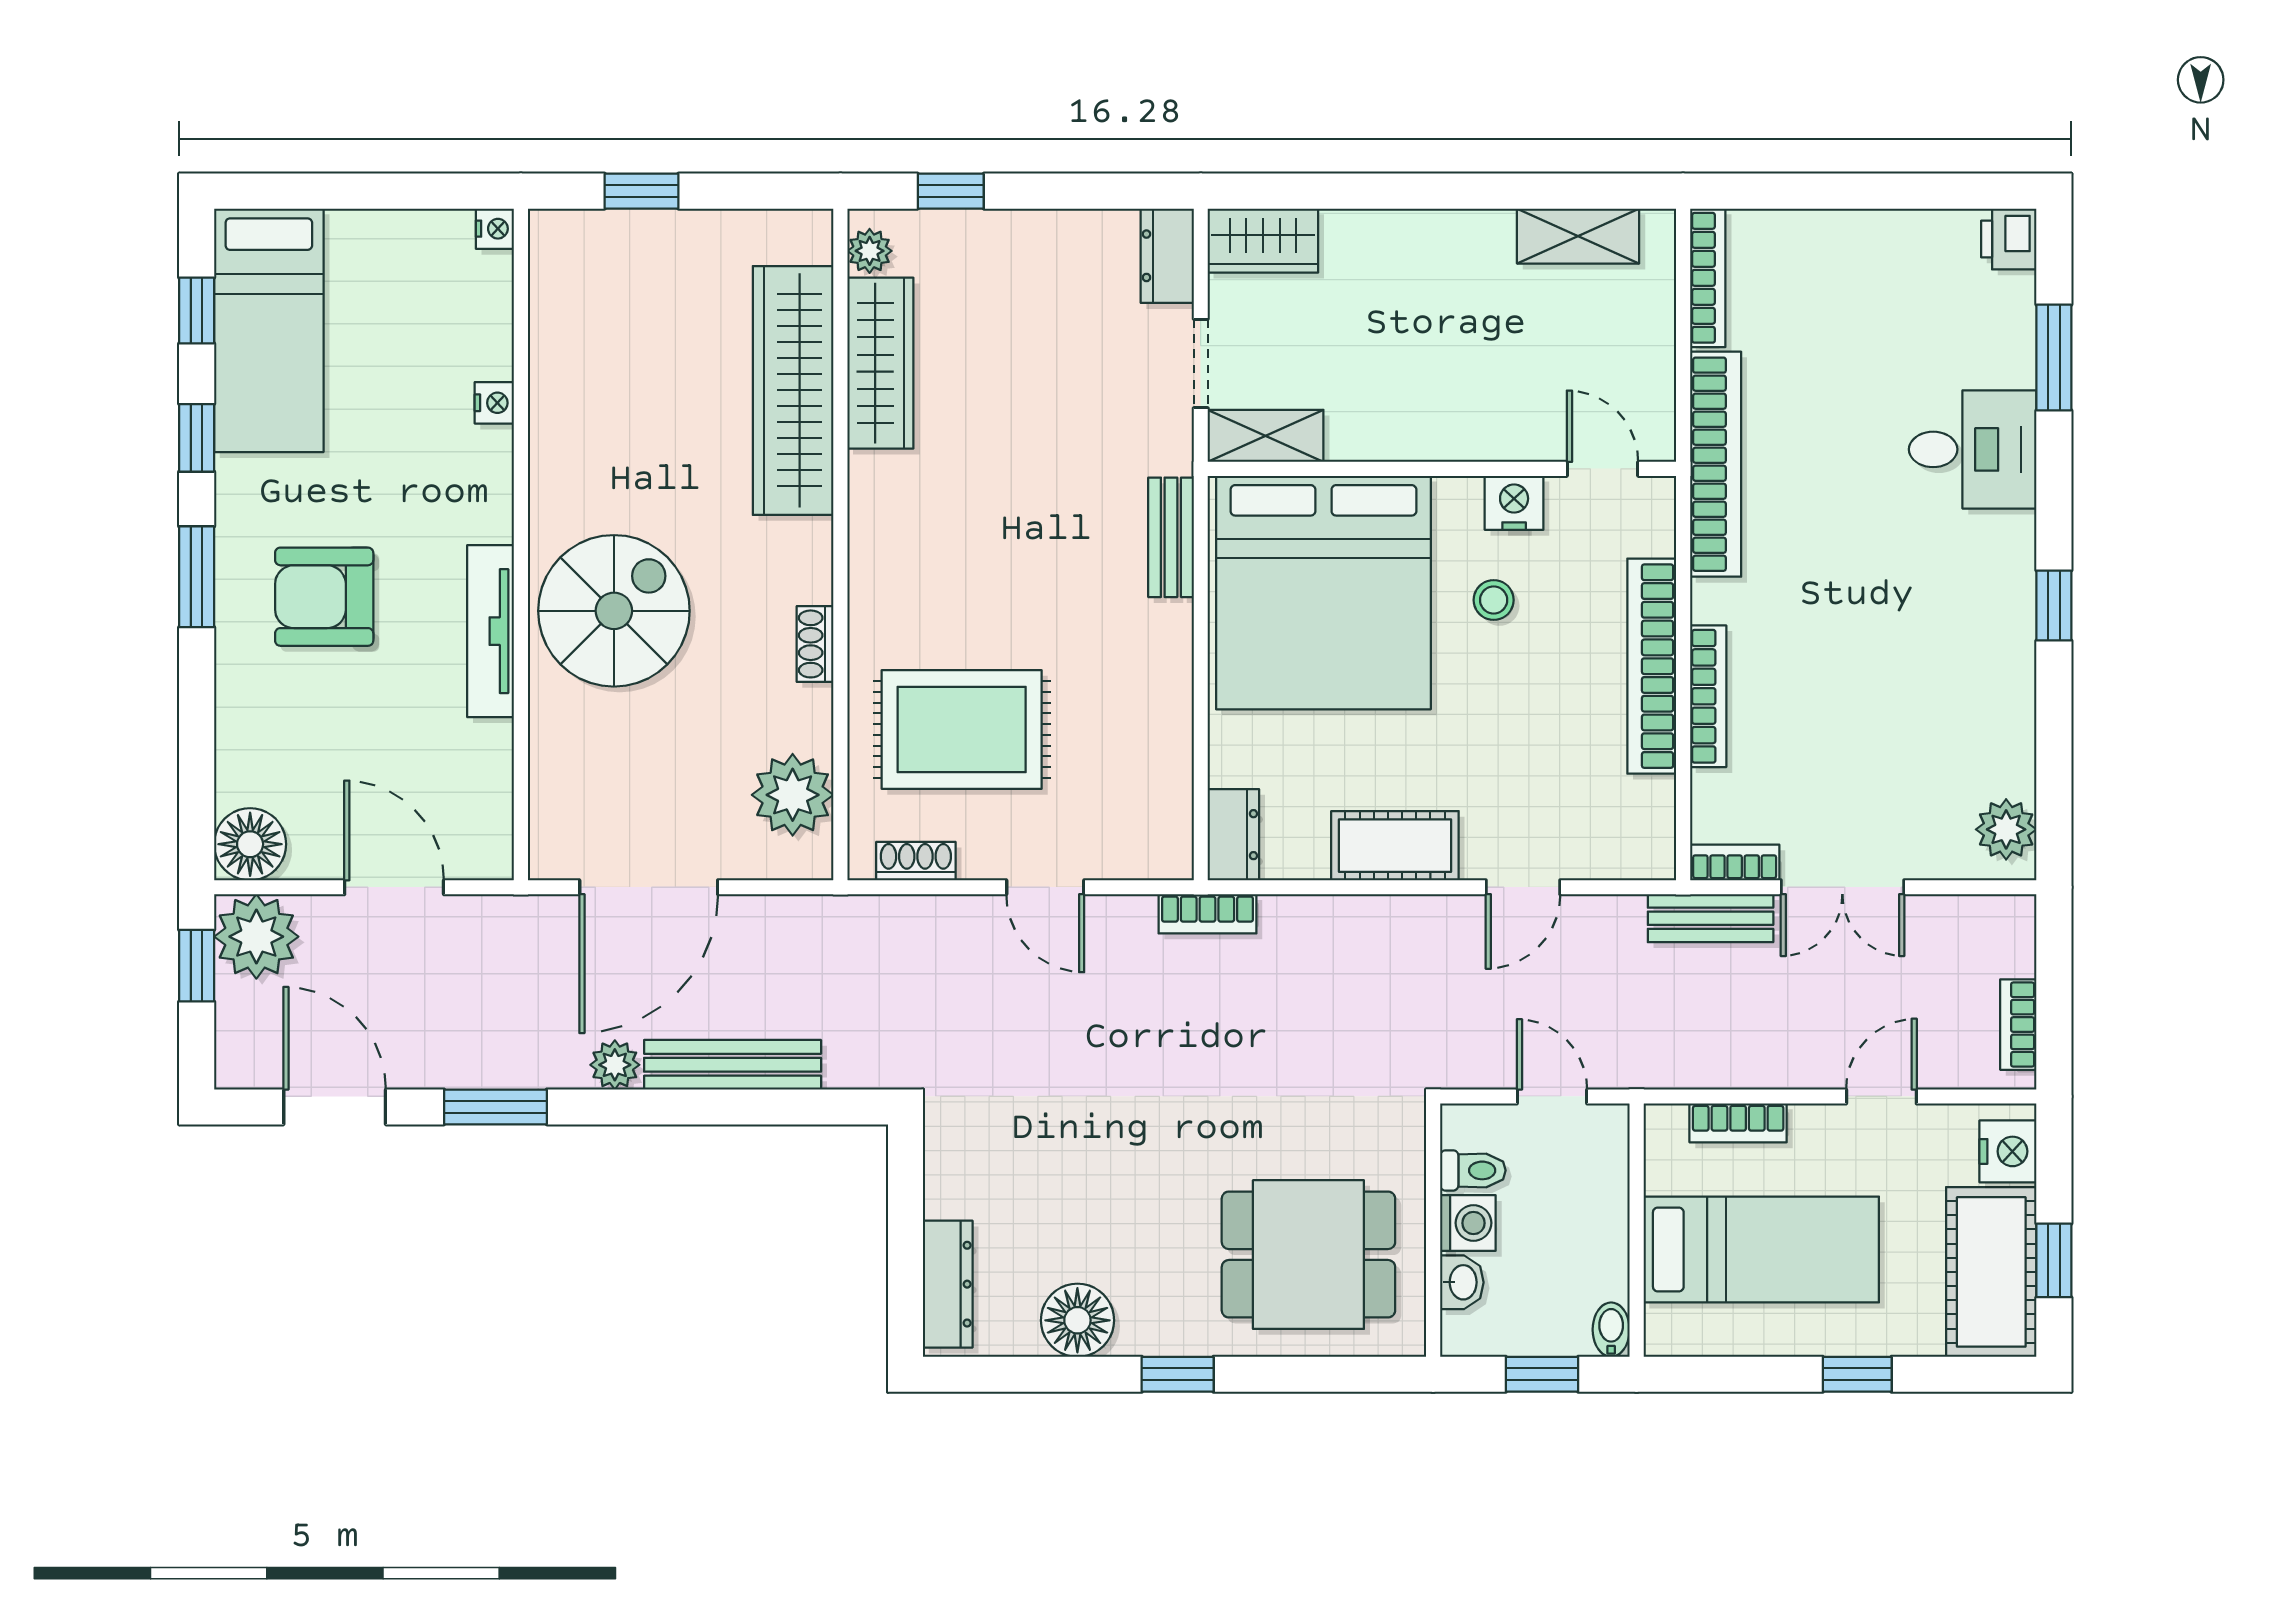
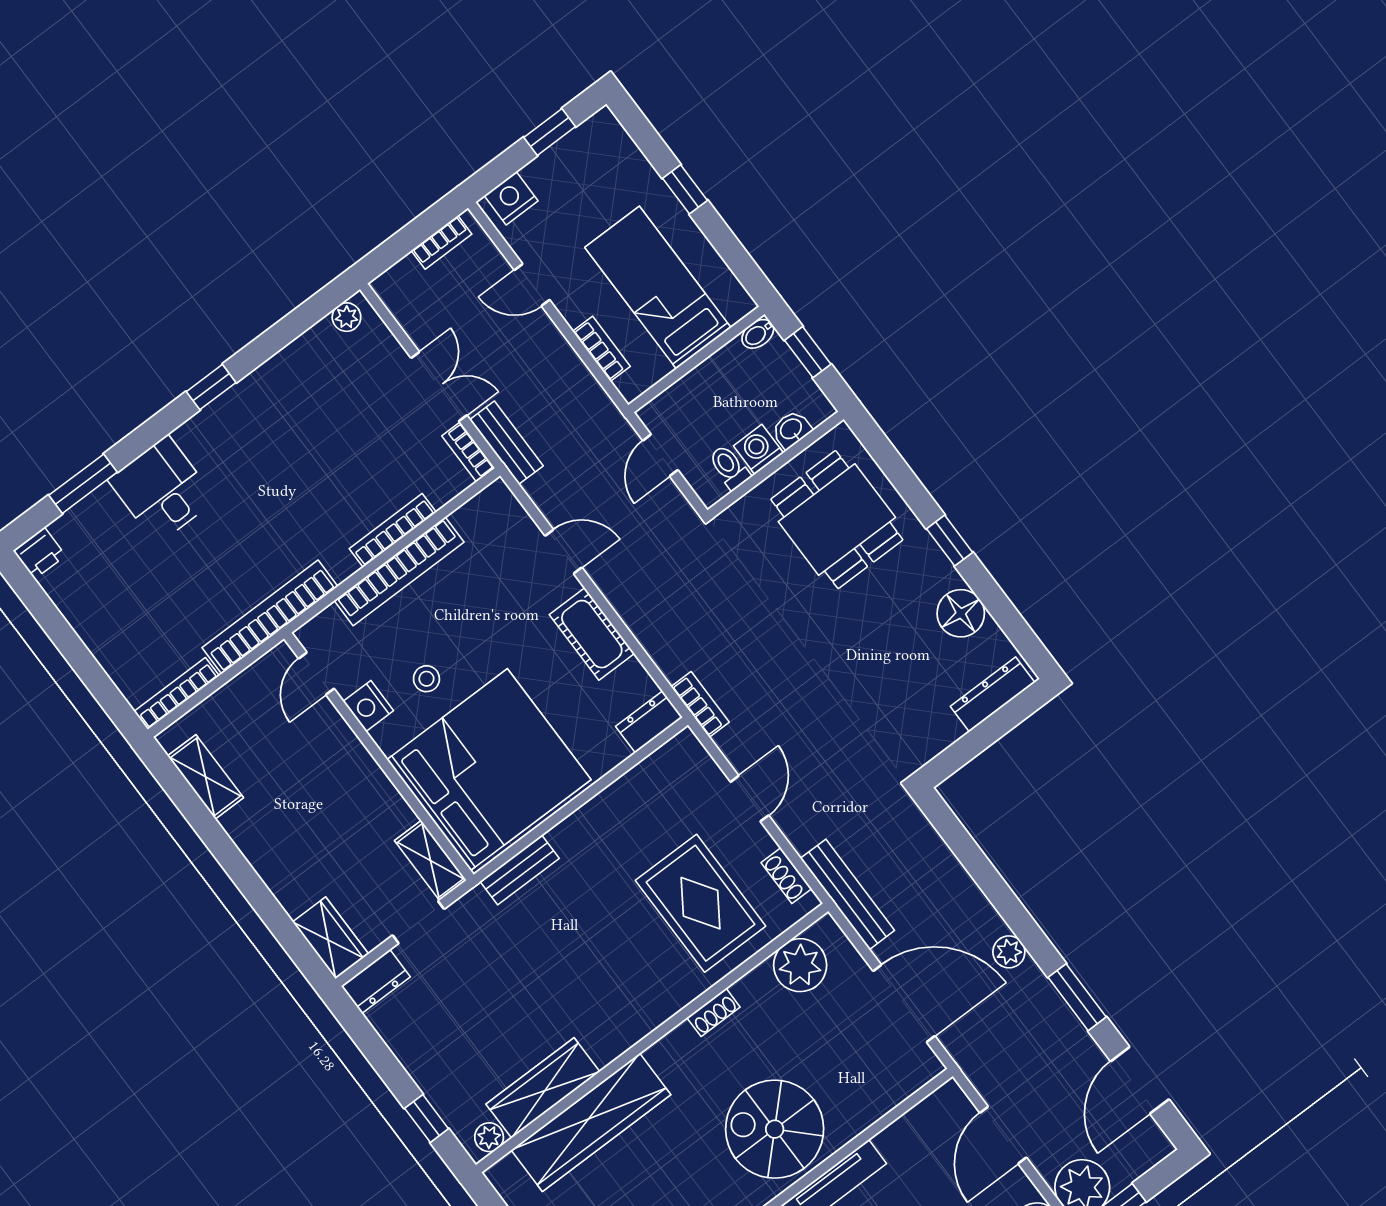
plant: (2006, 829) -> (346, 317), width x0.73, depth x0.73
bench: (733, 1065) -> (847, 894), moved
cot: (1991, 1272) -> (580, 160), removed

